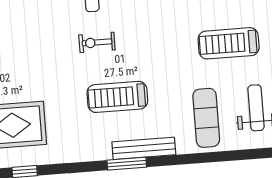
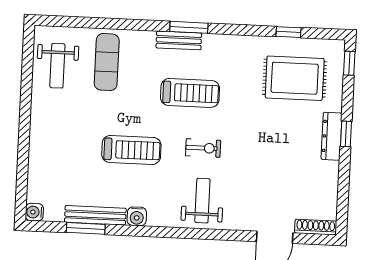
treadmill: (229, 43) -> (131, 150), moved
bench: (144, 148) -> (179, 40), width x0.73

